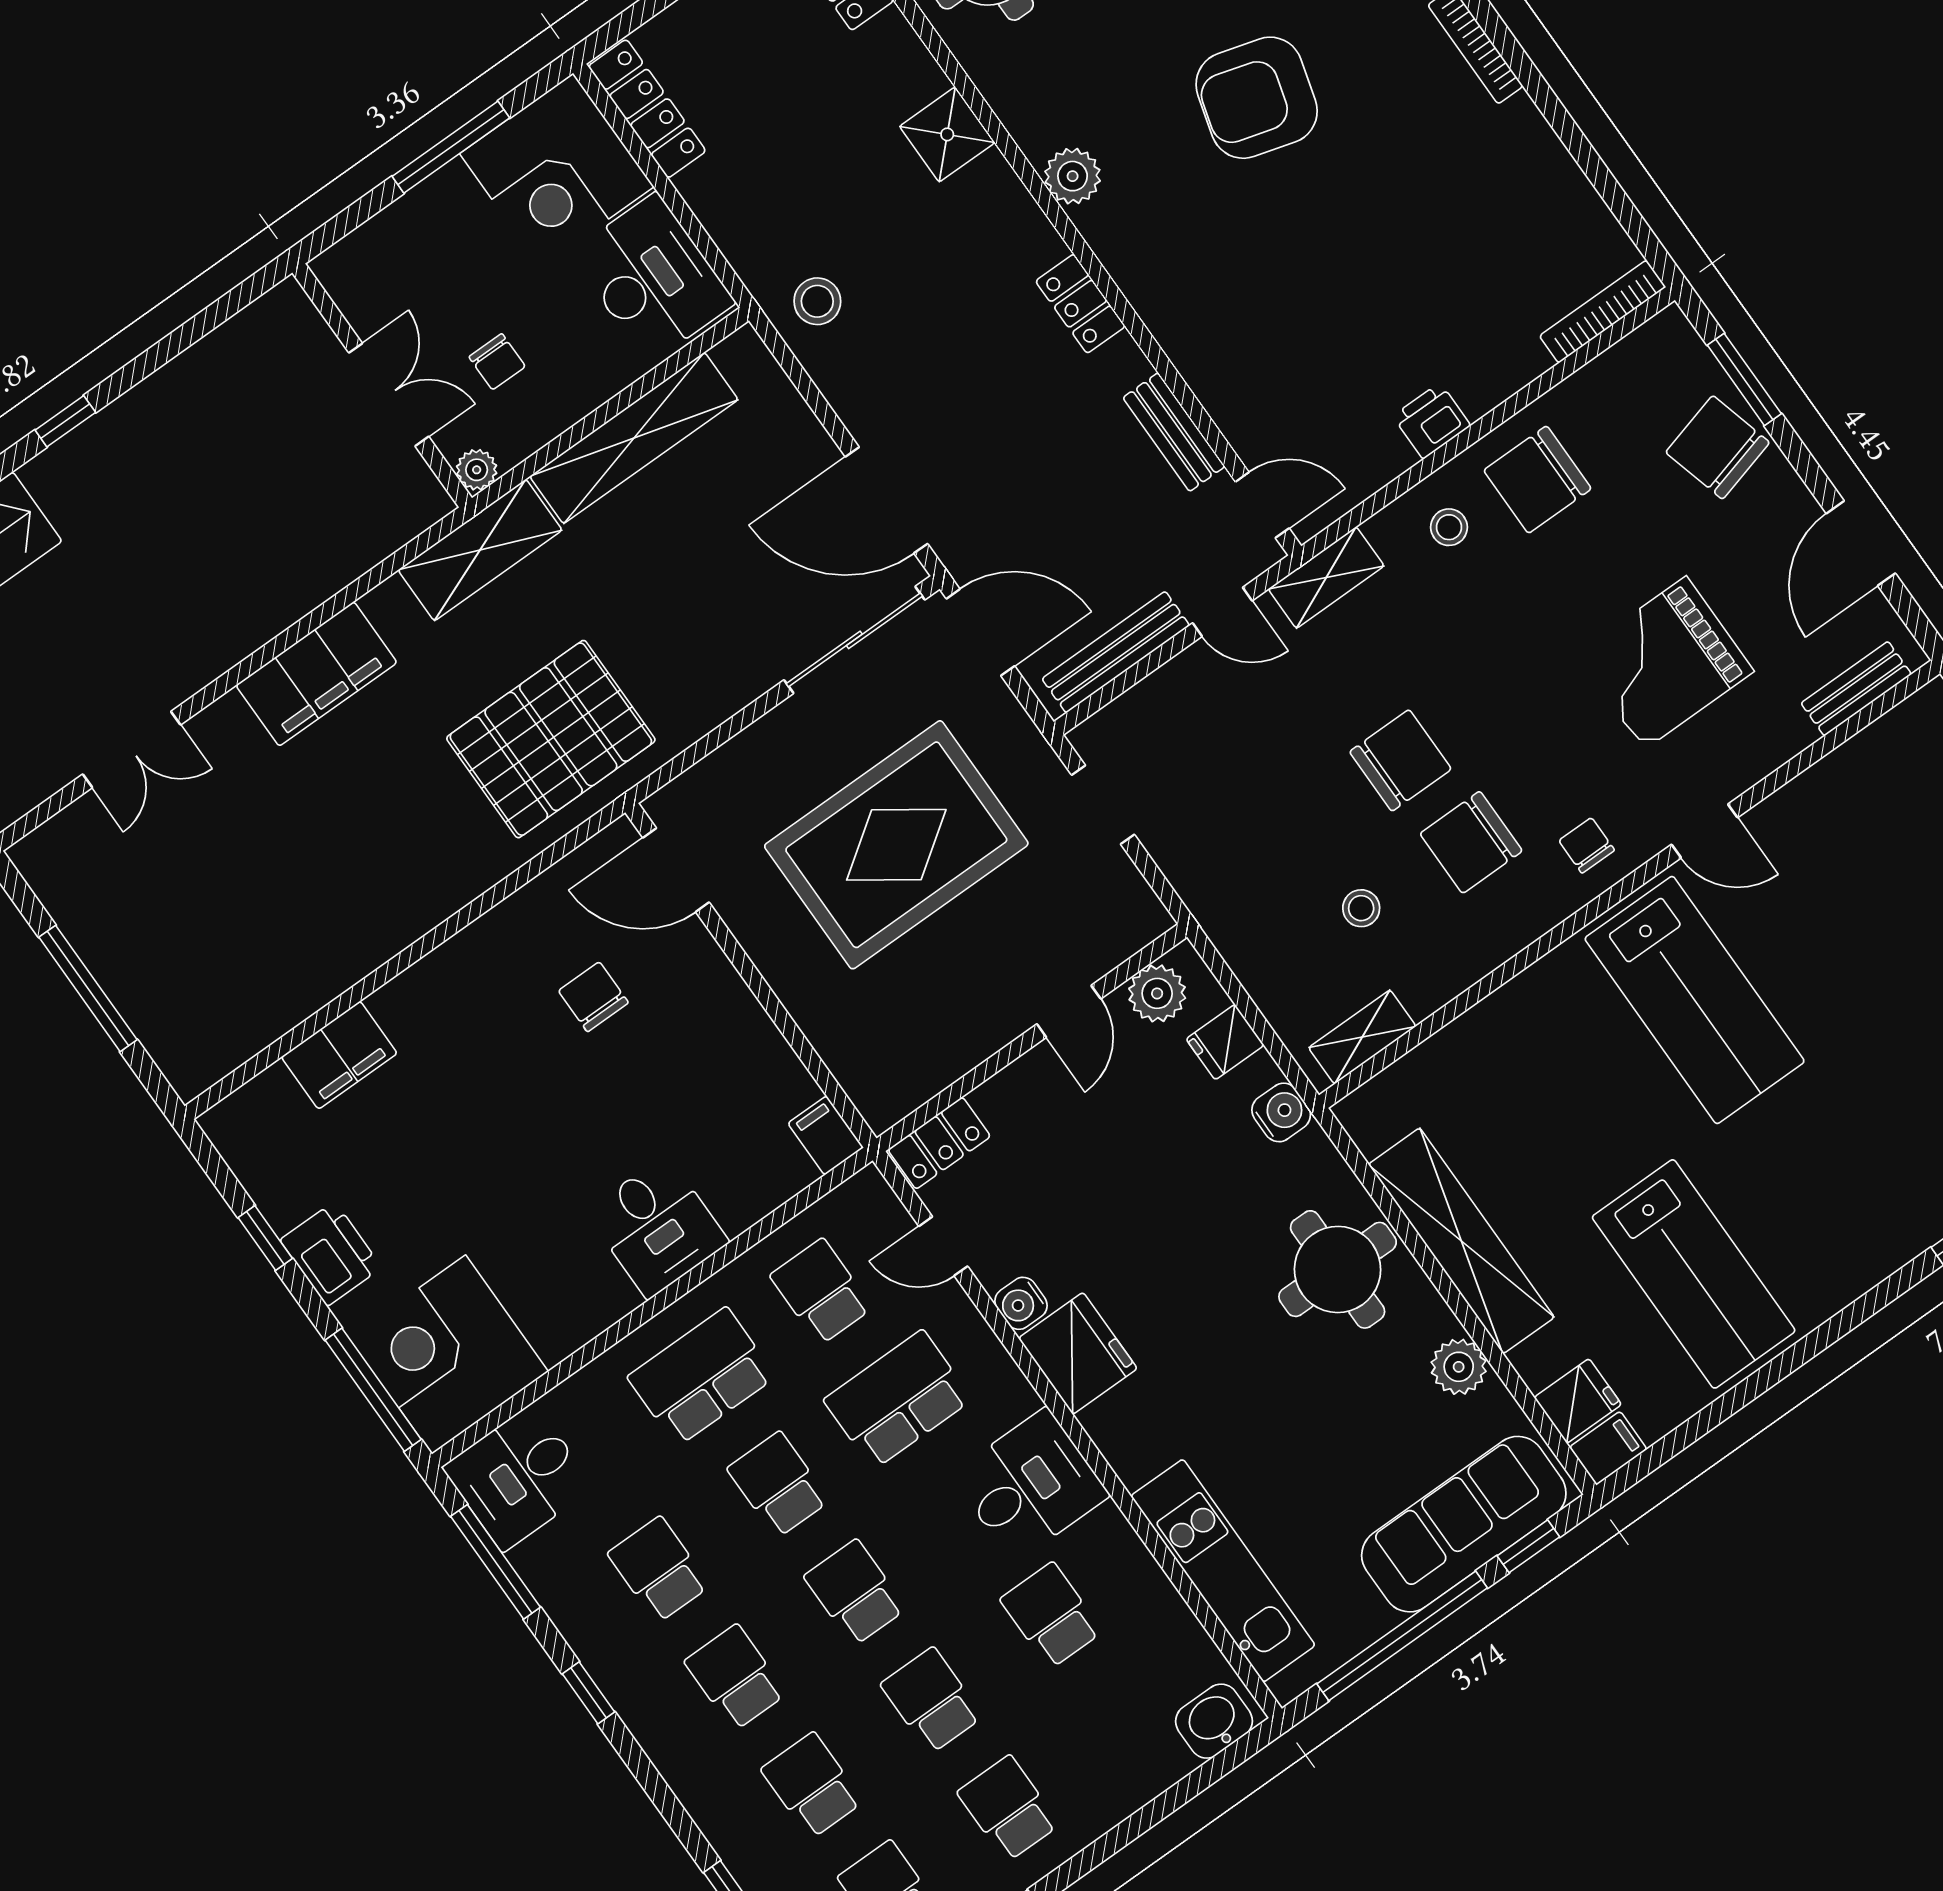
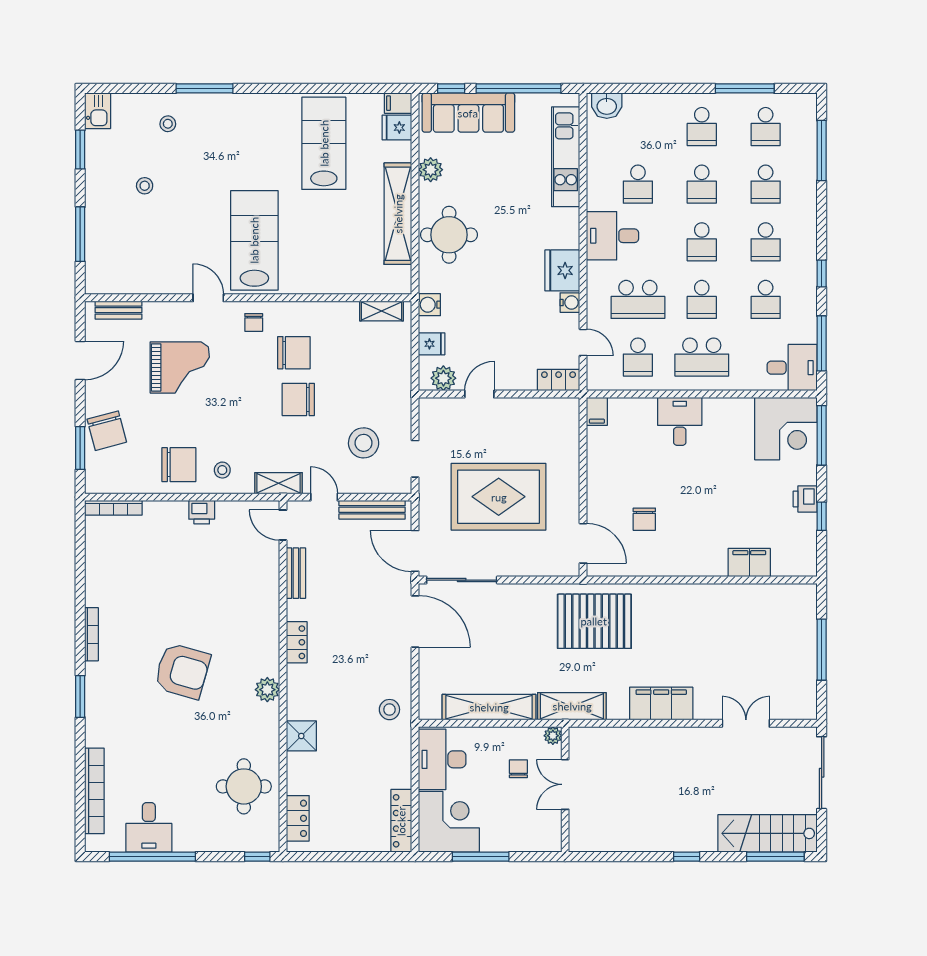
stool: (1361, 908) -> (364, 443), moved, width x1.89, depth x1.89
printer: (331, 1254) -> (805, 499), width x0.73, depth x0.81

